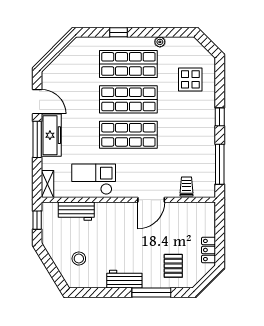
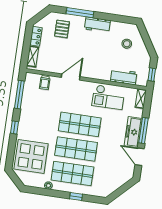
display table: (190, 79) -> (31, 156), width x1.86, depth x1.86
shelving: (209, 221) -> (33, 57), added

